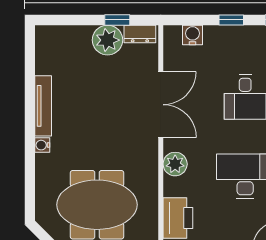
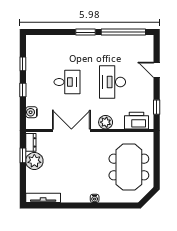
tv unit: (43, 106) -> (43, 198), moved

